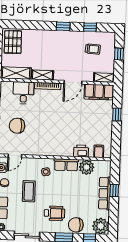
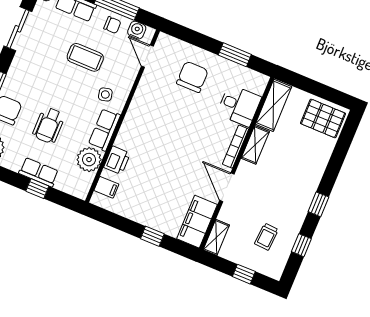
row of seats: (105, 193) -> (39, 172), width x0.68
wheelchair: (54, 213) -> (49, 125), moved

